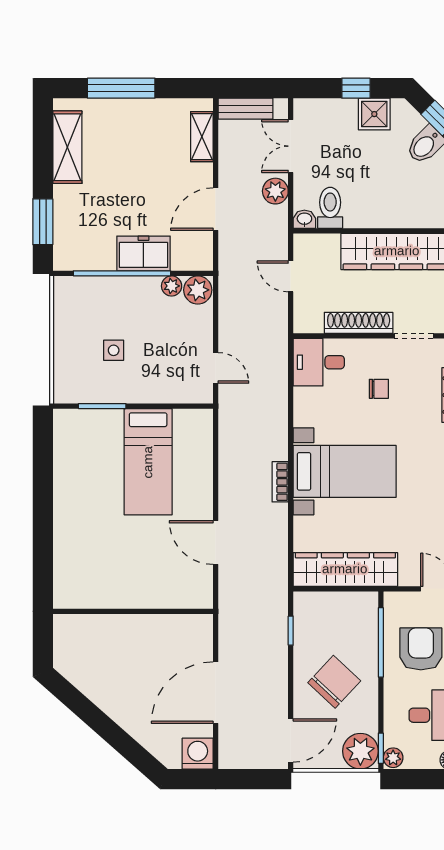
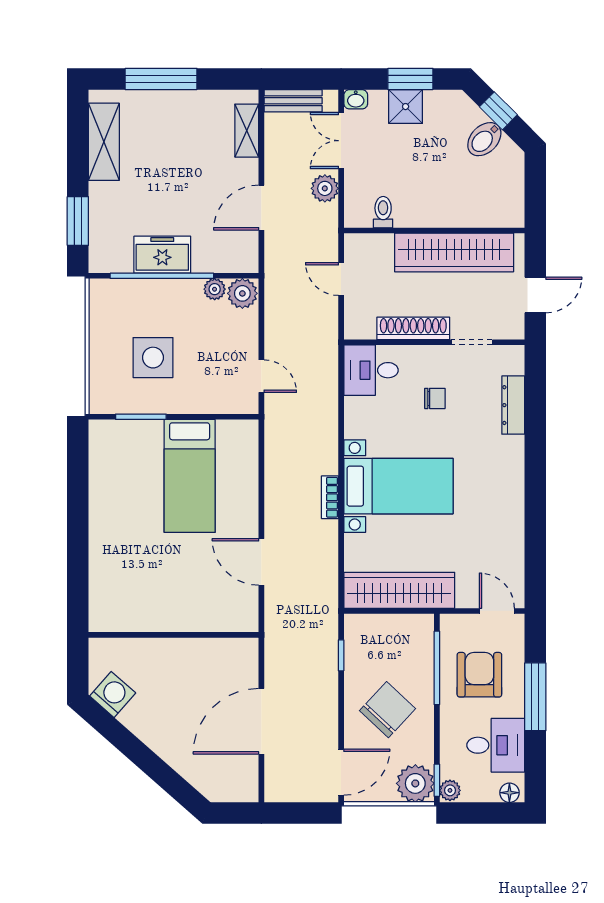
window: (356, 88) -> (410, 79), width x1.50
shower: (374, 114) -> (406, 107), moved
toilet: (330, 208) -> (383, 212), width x0.73, depth x0.72
washbasin: (304, 219) -> (356, 99), moved, turned 180
freezer: (143, 253) -> (162, 255), moved
side table: (114, 350) -> (153, 358), width x1.87, depth x1.87
washing machine: (198, 754) -> (113, 694), moved, turned 41

